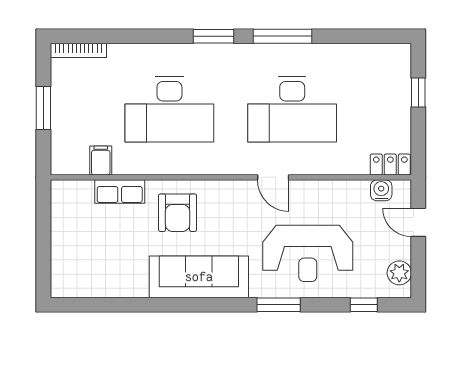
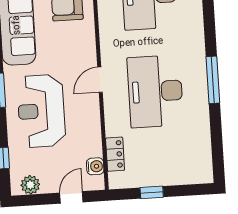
window: (214, 36) -> (209, 25), removed
window: (418, 93) -> (152, 192), moved
locker: (390, 164) -> (115, 154), moved

